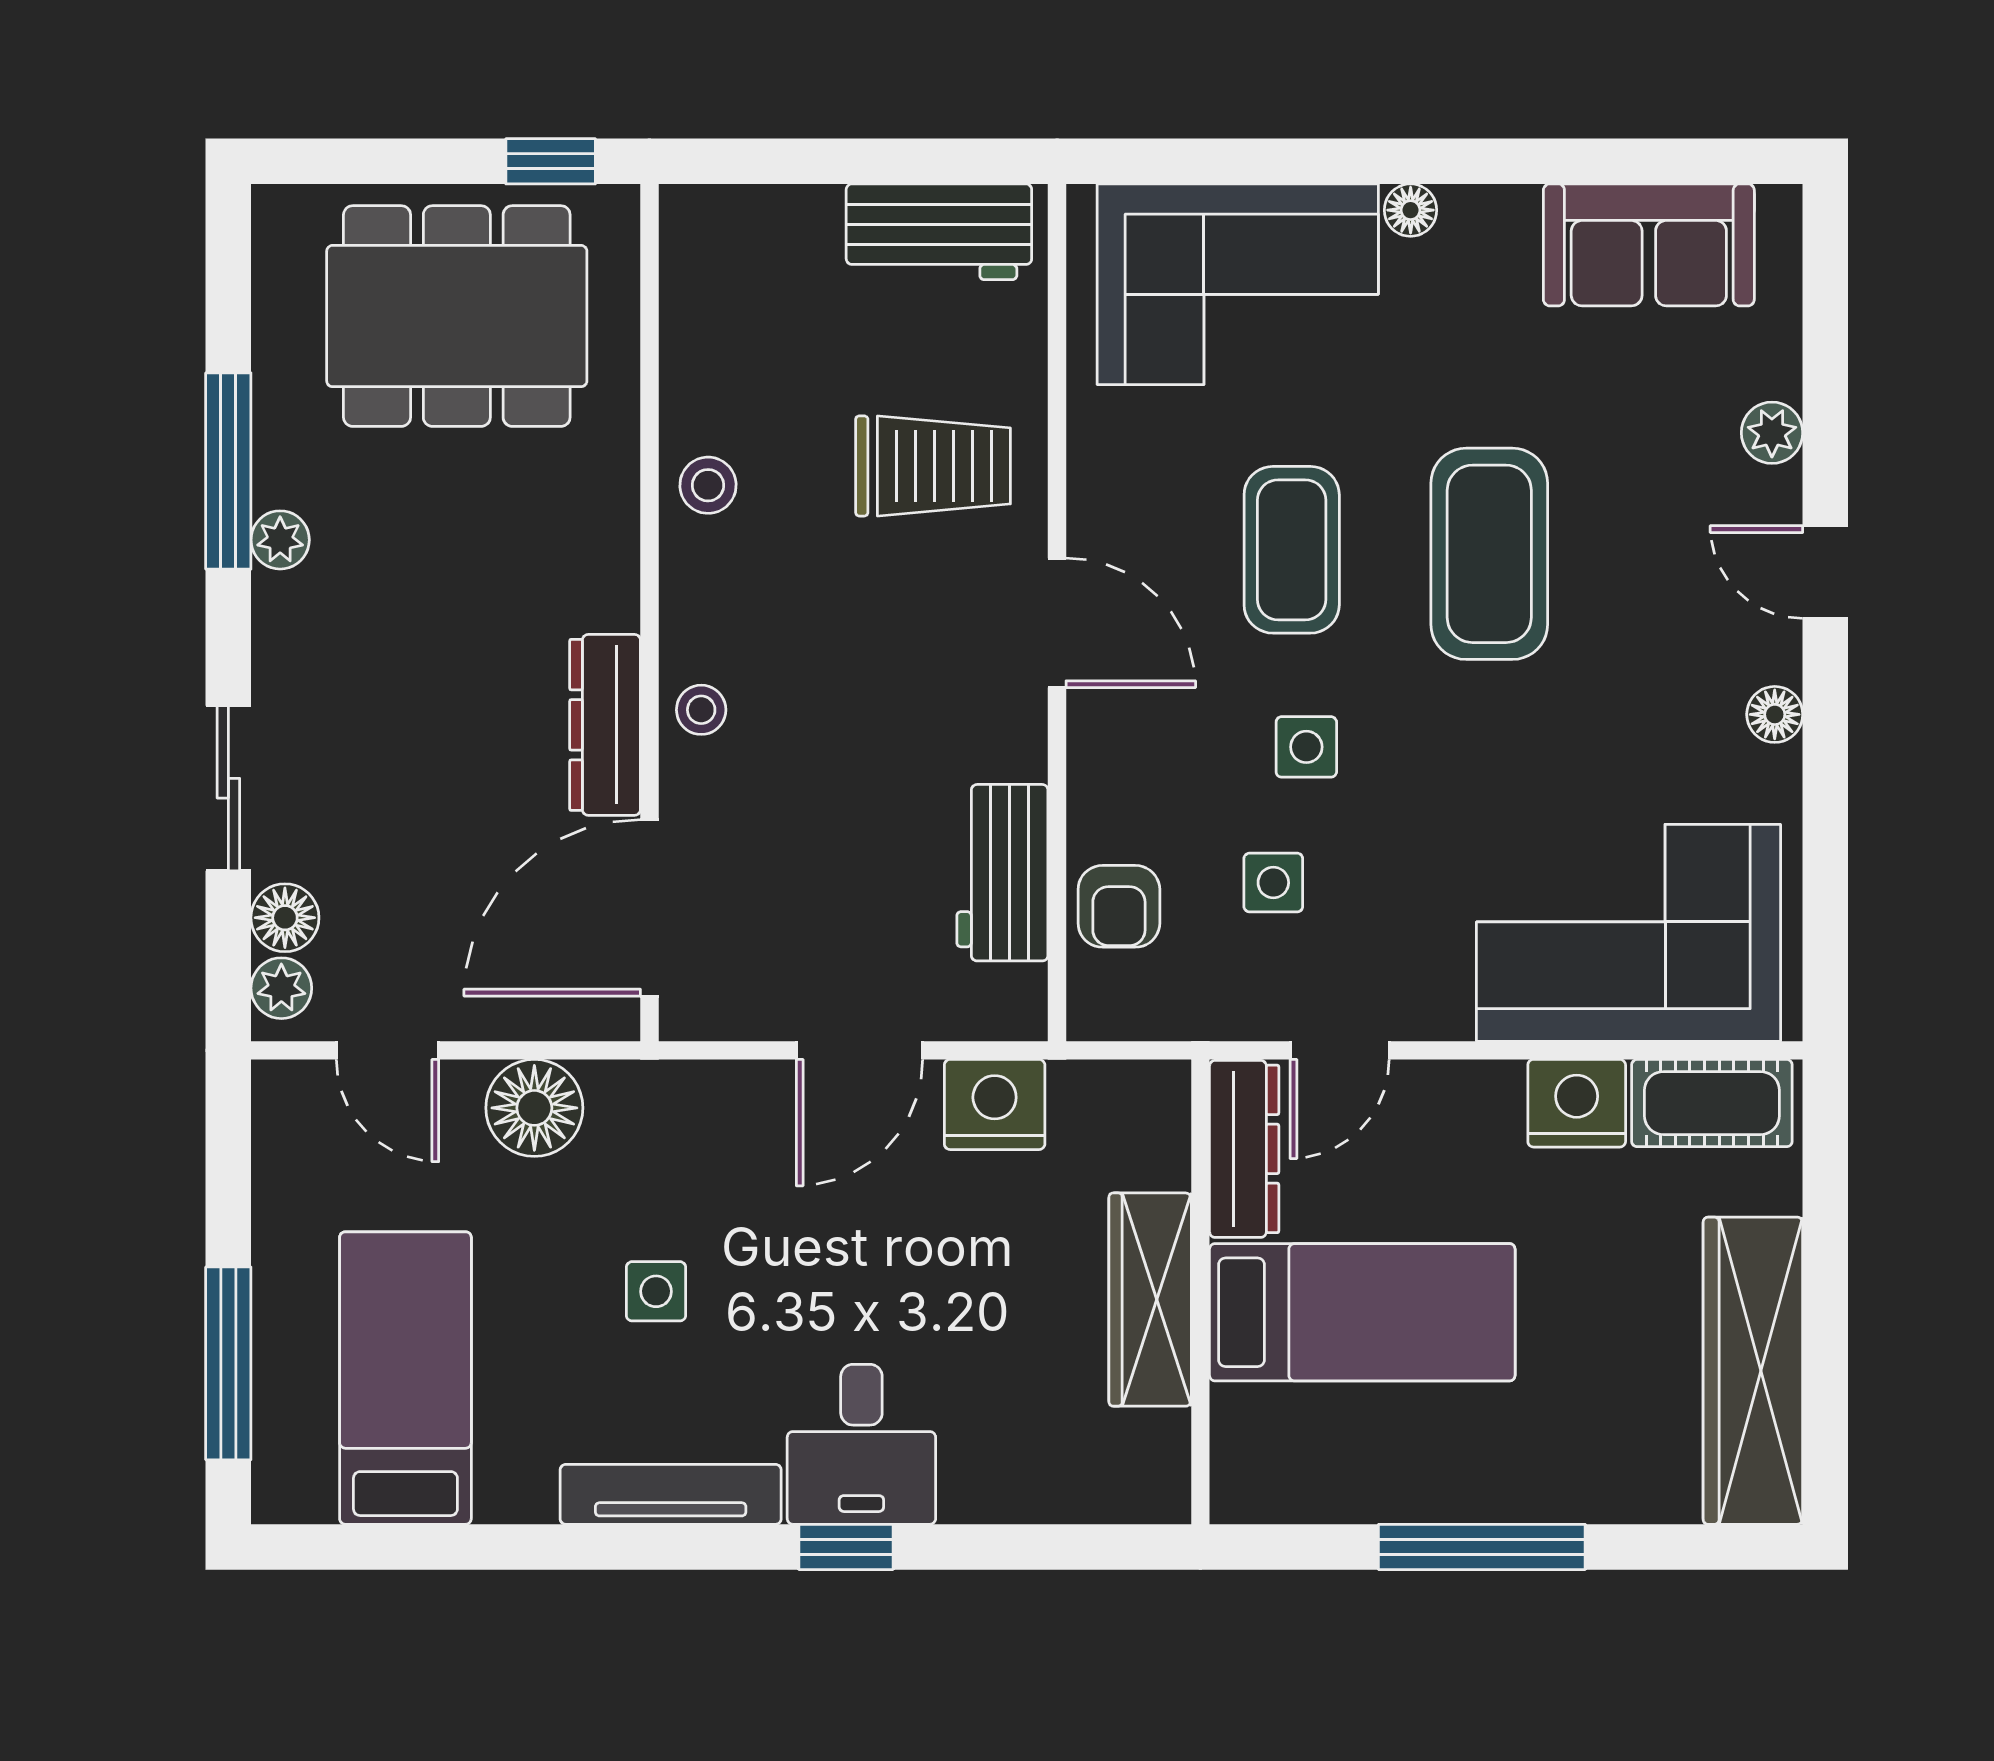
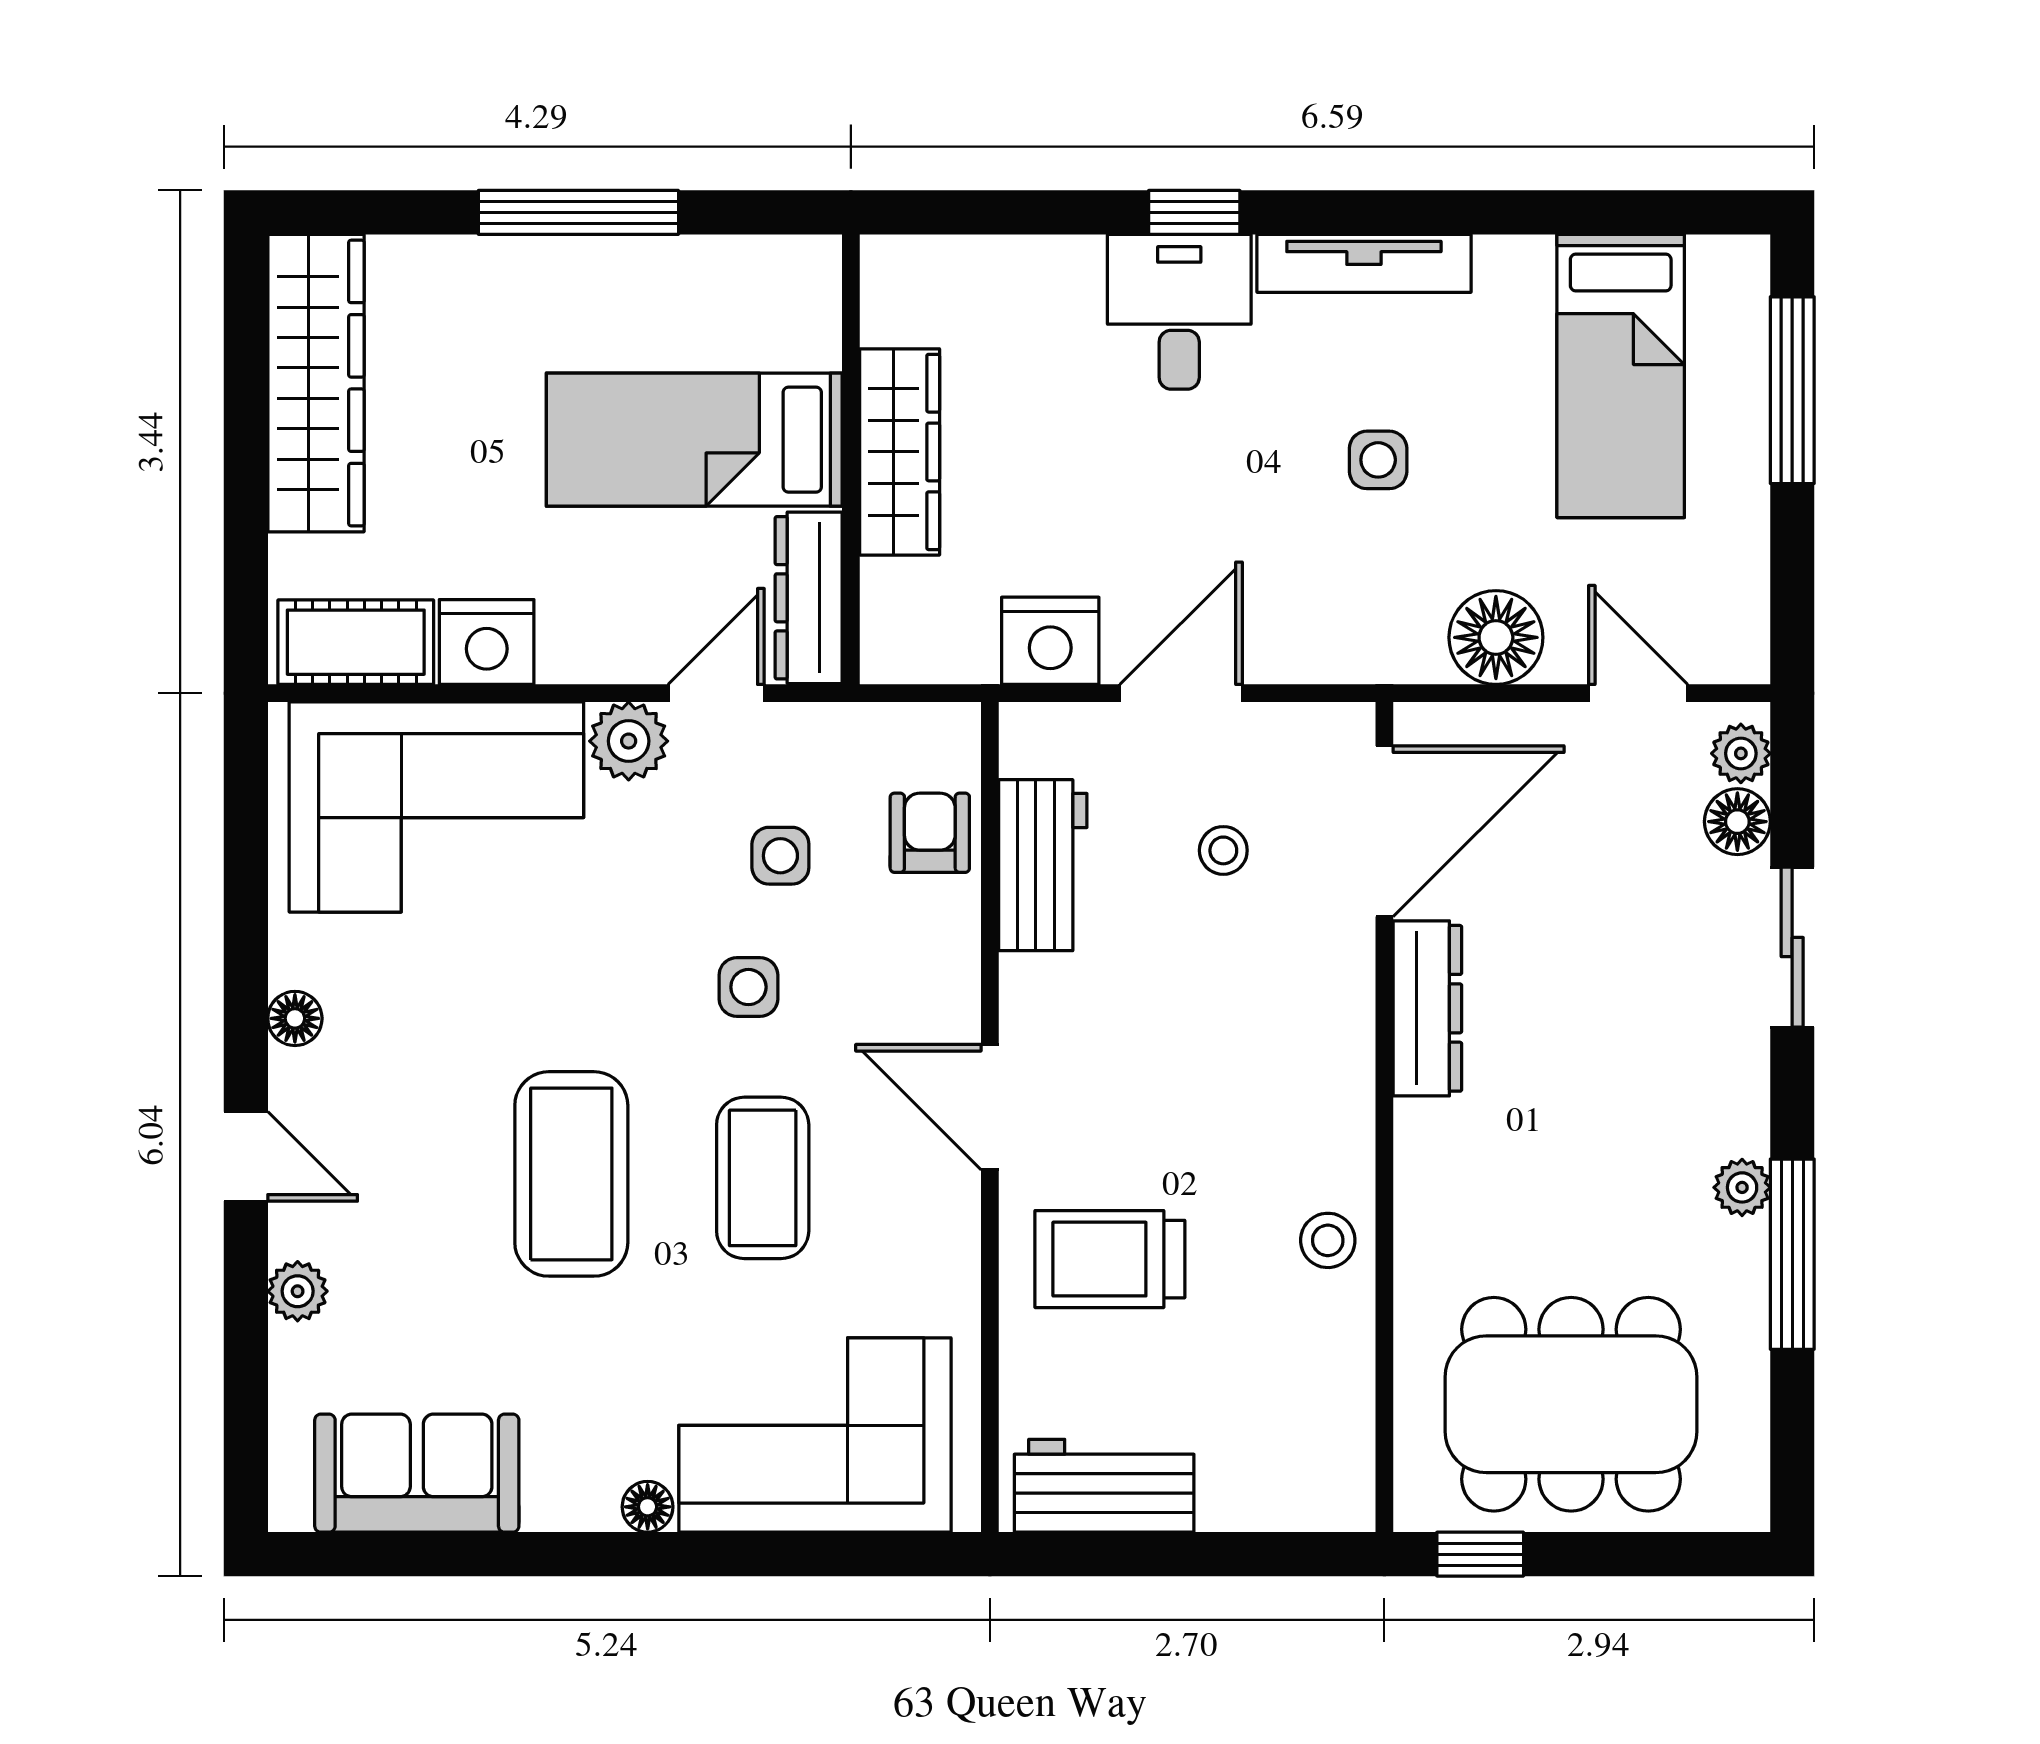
stool: (701, 710) -> (1223, 850), moved
plant: (1430, 1001) -> (629, 741), added

